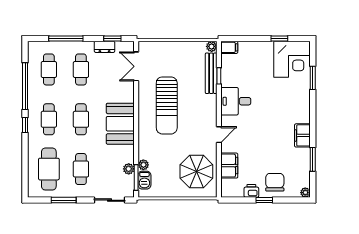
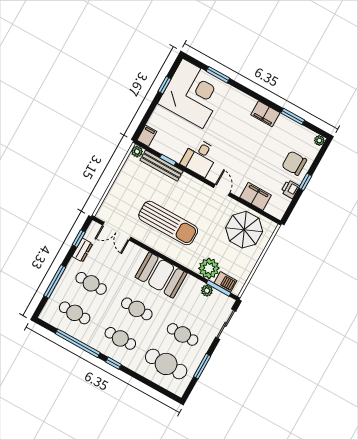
corner desk: (292, 59) -> (193, 94), width x1.36, depth x1.36
plant: (143, 165) -> (209, 268), width x1.88, depth x1.88

